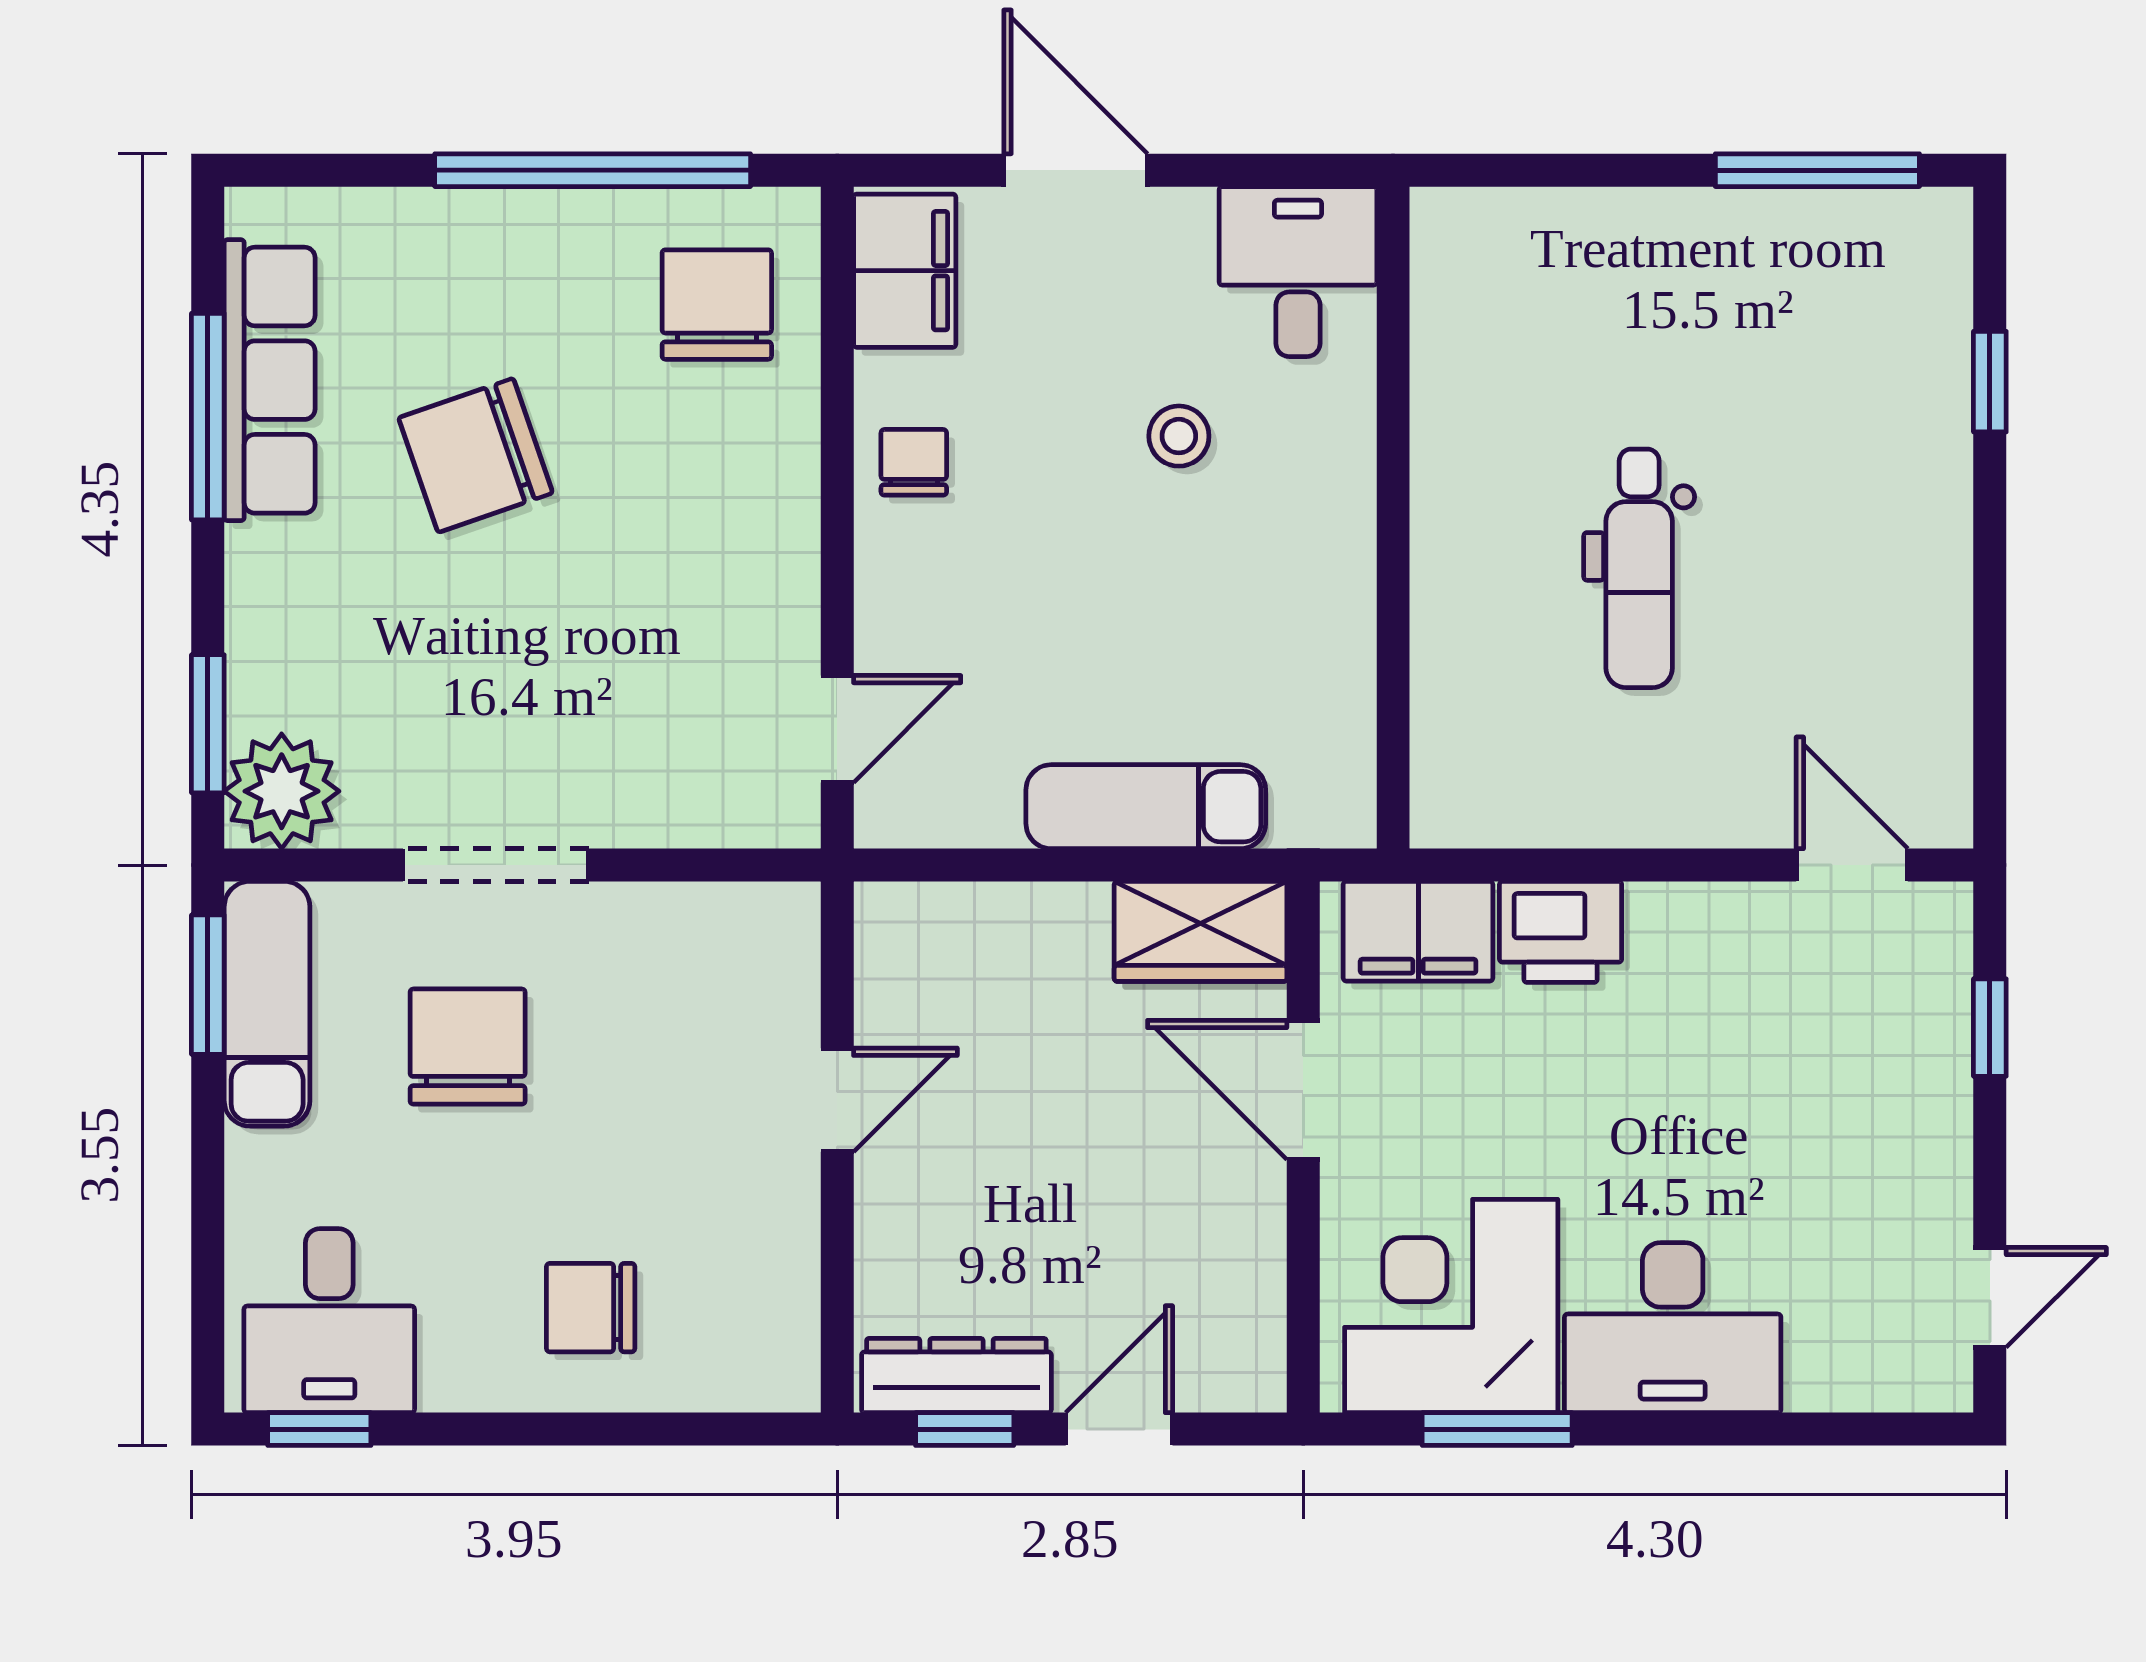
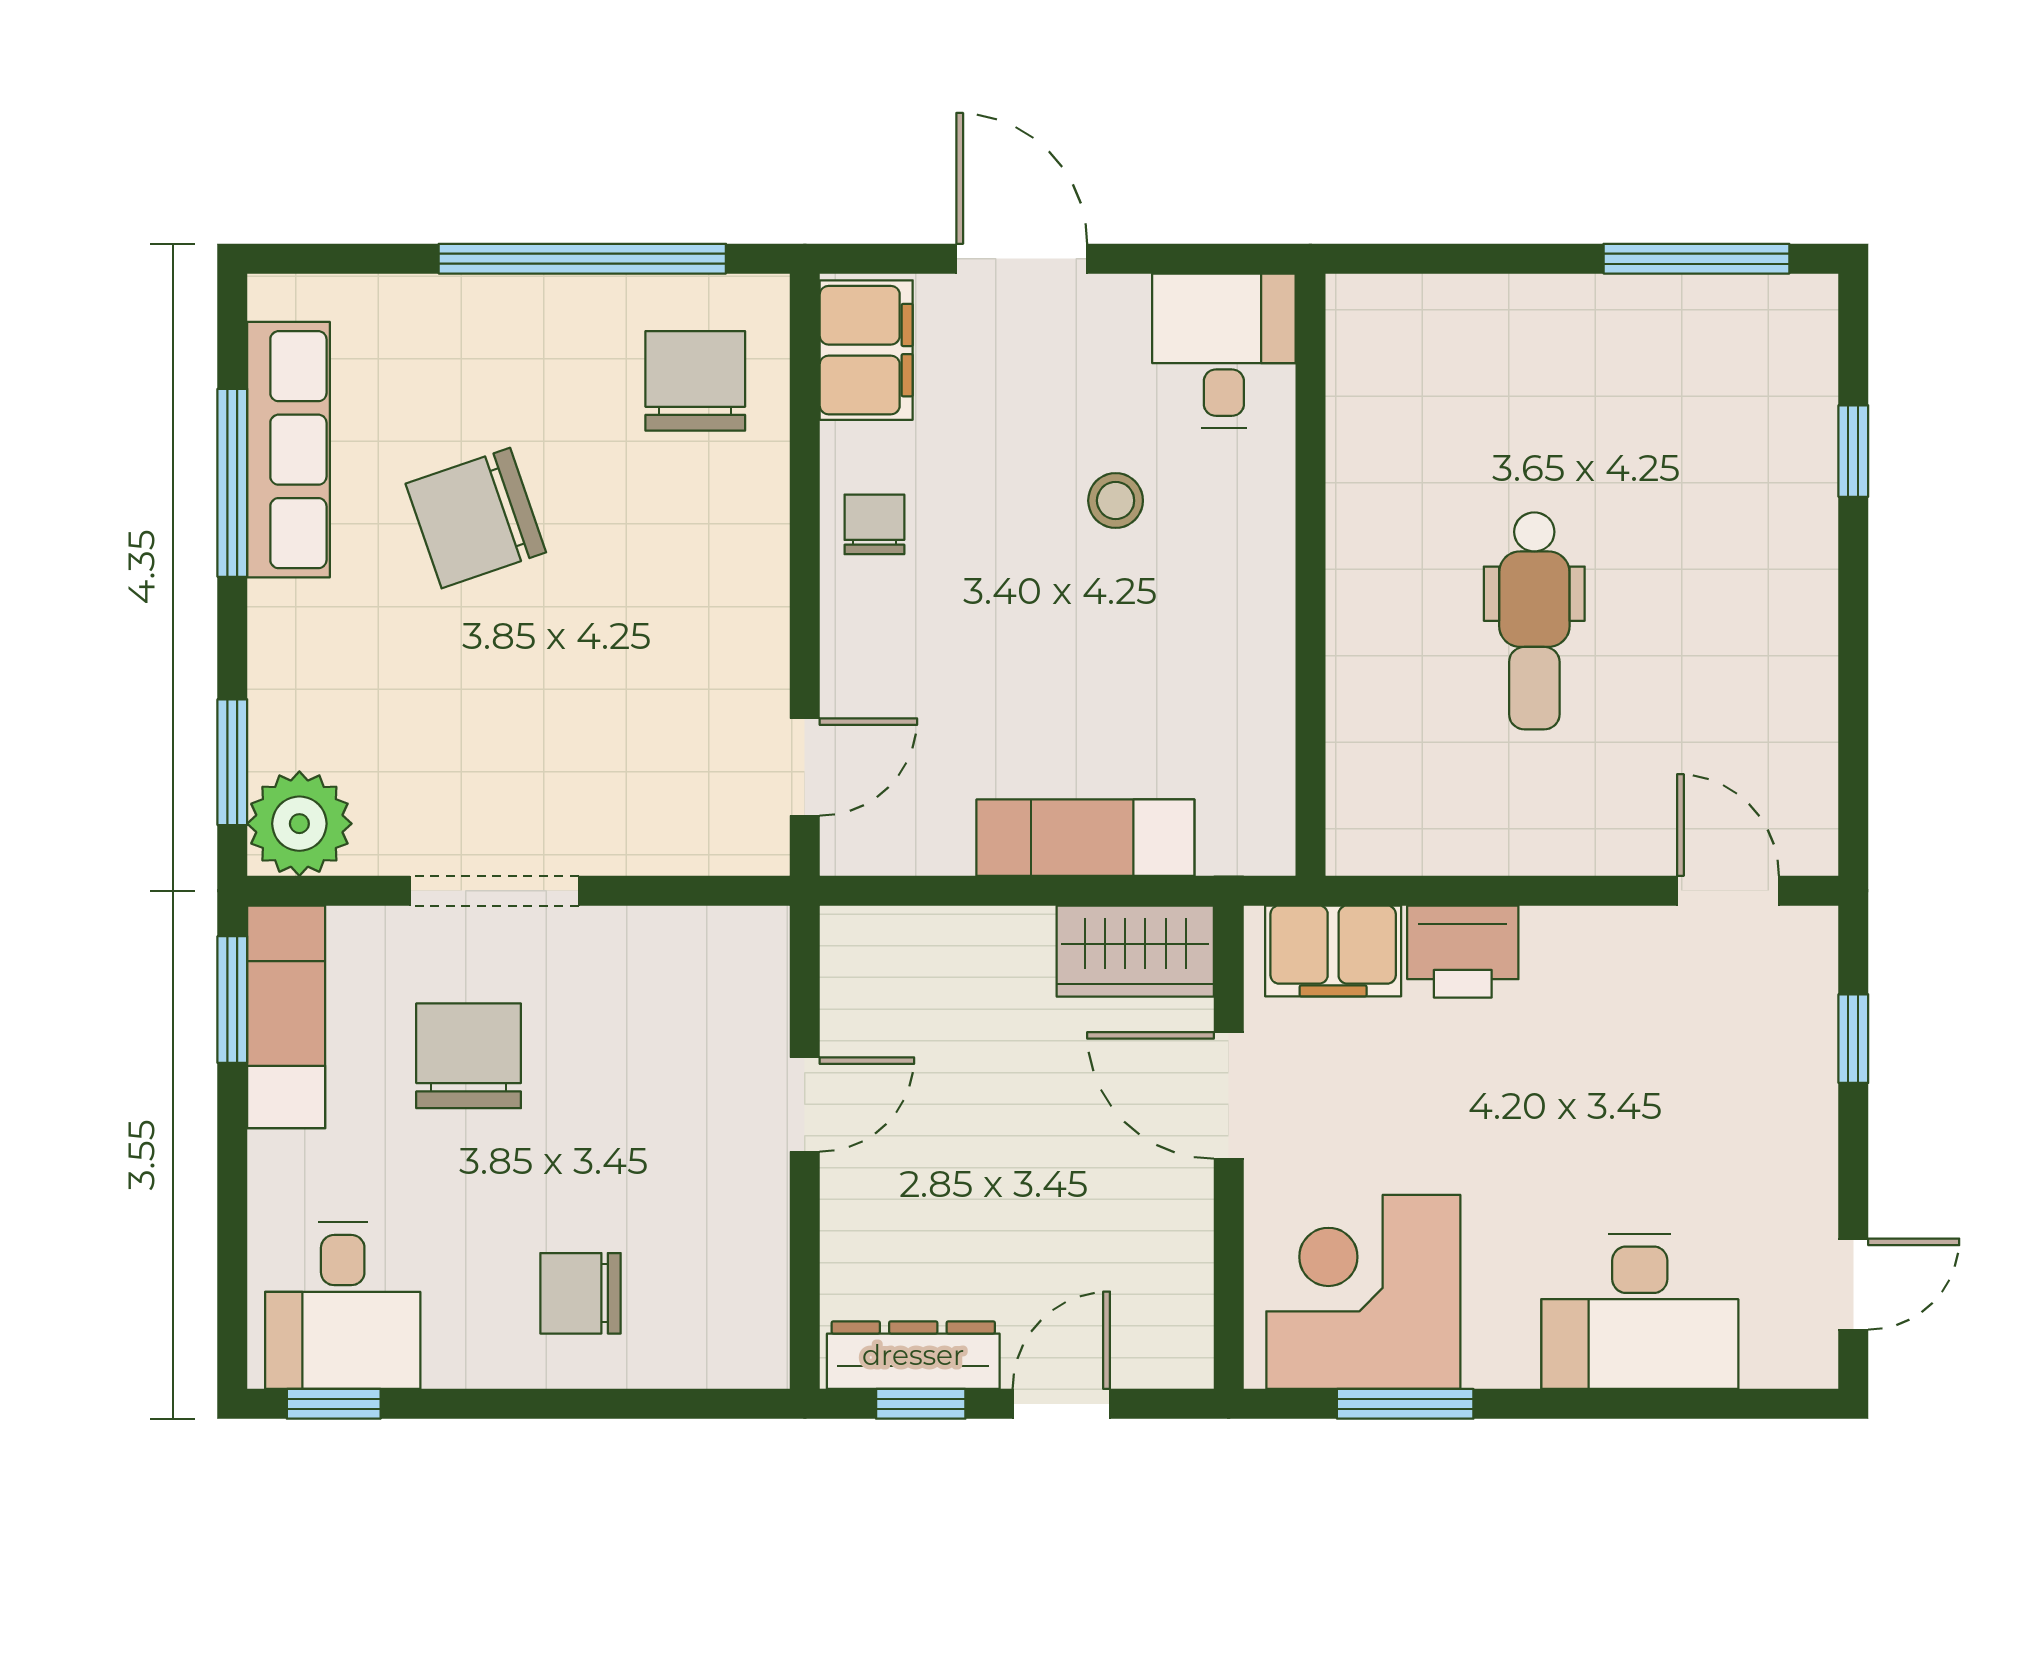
desk: (1673, 1328) -> (1640, 1312), moved

